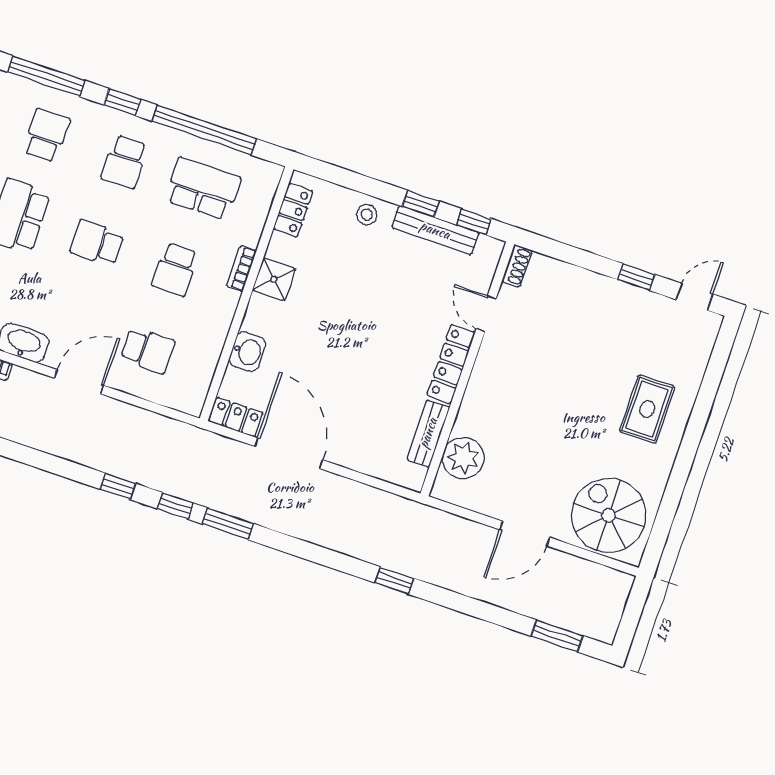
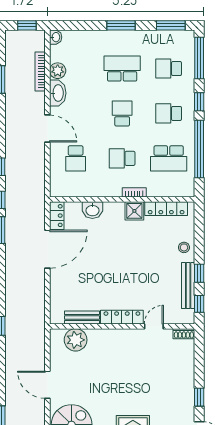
school desk: (46, 135) -> (169, 69), turned 180
school desk: (203, 189) -> (169, 158), turned 90
locker: (293, 210) -> (166, 209), width x1.53

